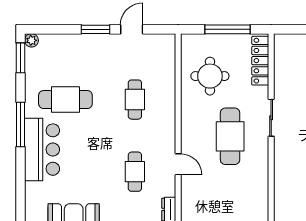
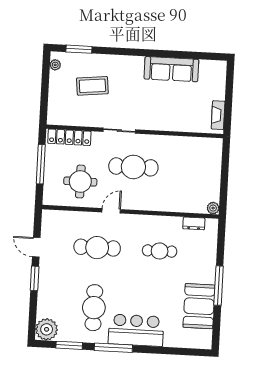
plant: (31, 40) -> (47, 329), width x1.88, depth x1.88
window: (21, 58) -> (69, 345), moved
cafe table: (135, 100) -> (97, 248), width x1.37, depth x1.35
door: (178, 164) -> (111, 211), moved

